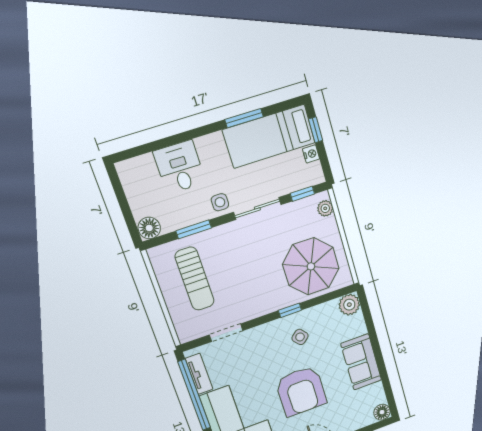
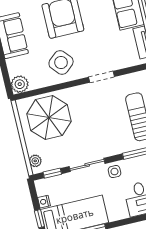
window: (290, 310) -> (68, 85), removed
doorway: (226, 333) -> (102, 77), moved
side table: (300, 337) -> (61, 62), width x1.87, depth x1.87

